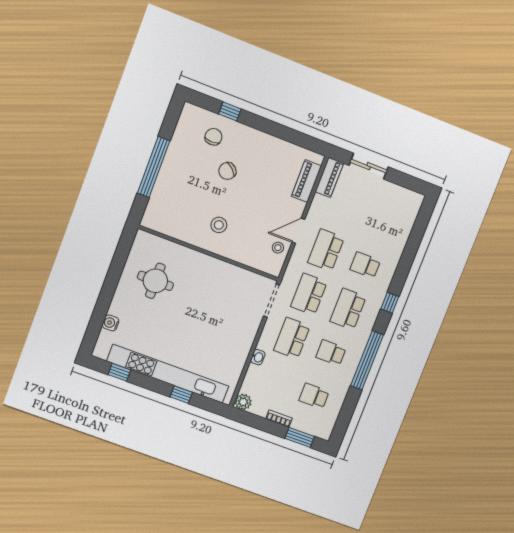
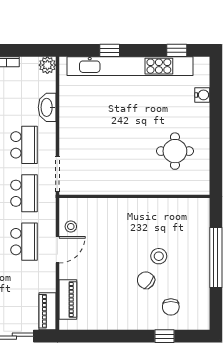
chair: (227, 171) -> (146, 280), turned -95
stool: (219, 225) -> (159, 256), moved
washbasin: (258, 357) -> (47, 107), width x1.91, depth x1.45

